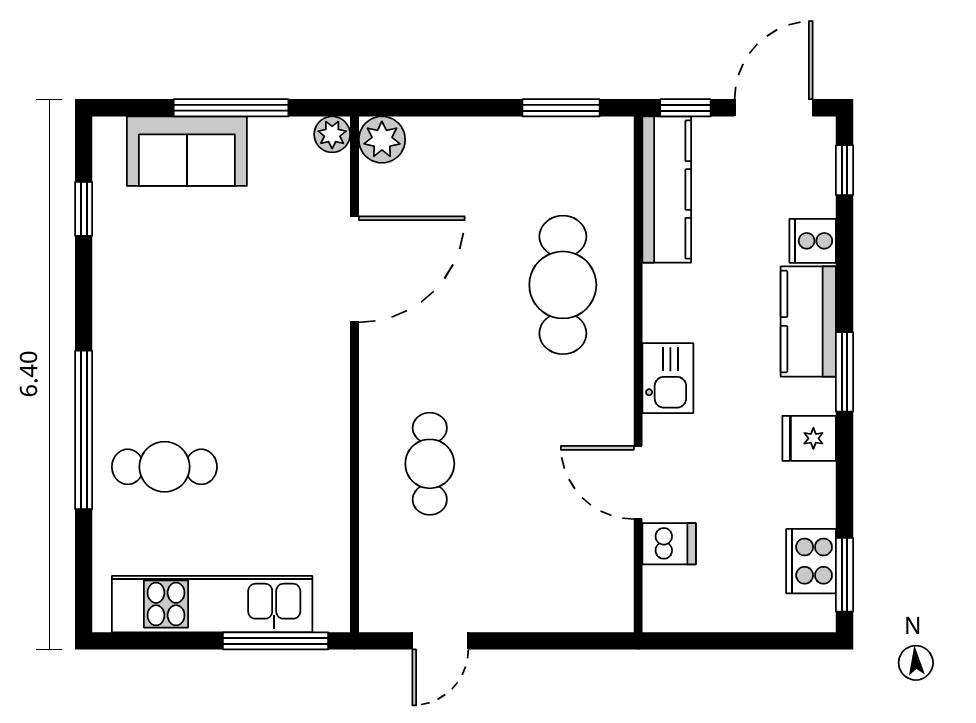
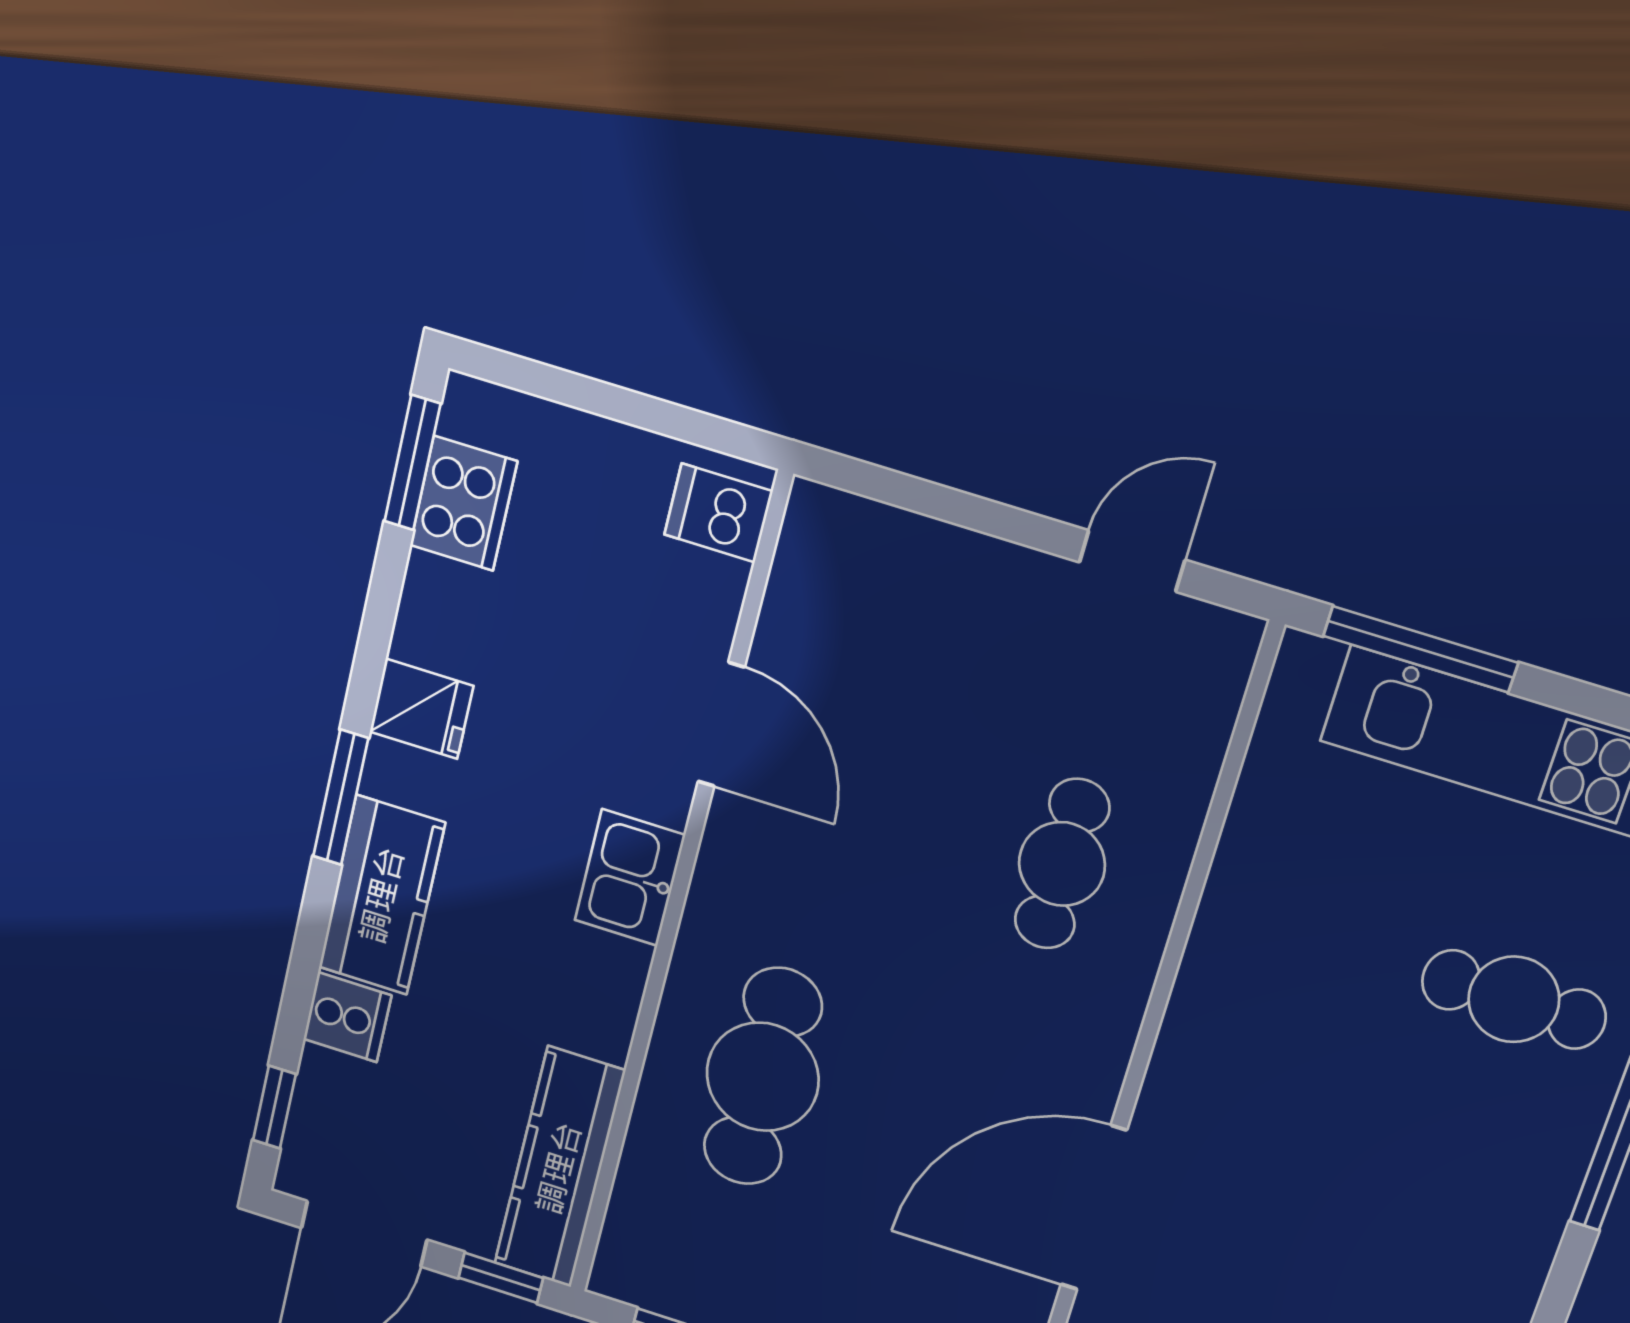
dishwasher: (669, 544) -> (718, 513), moved

